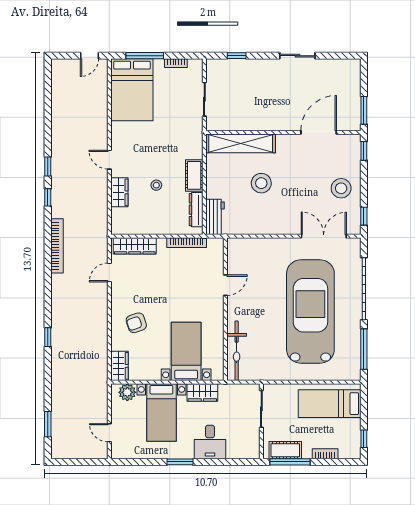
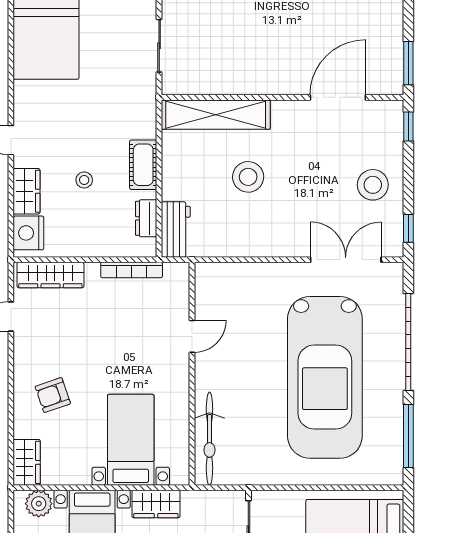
dresser: (196, 210) -> (146, 218), width x0.70
nightstand: (121, 219) -> (28, 233), added
car: (310, 311) -> (325, 377), turned 180

